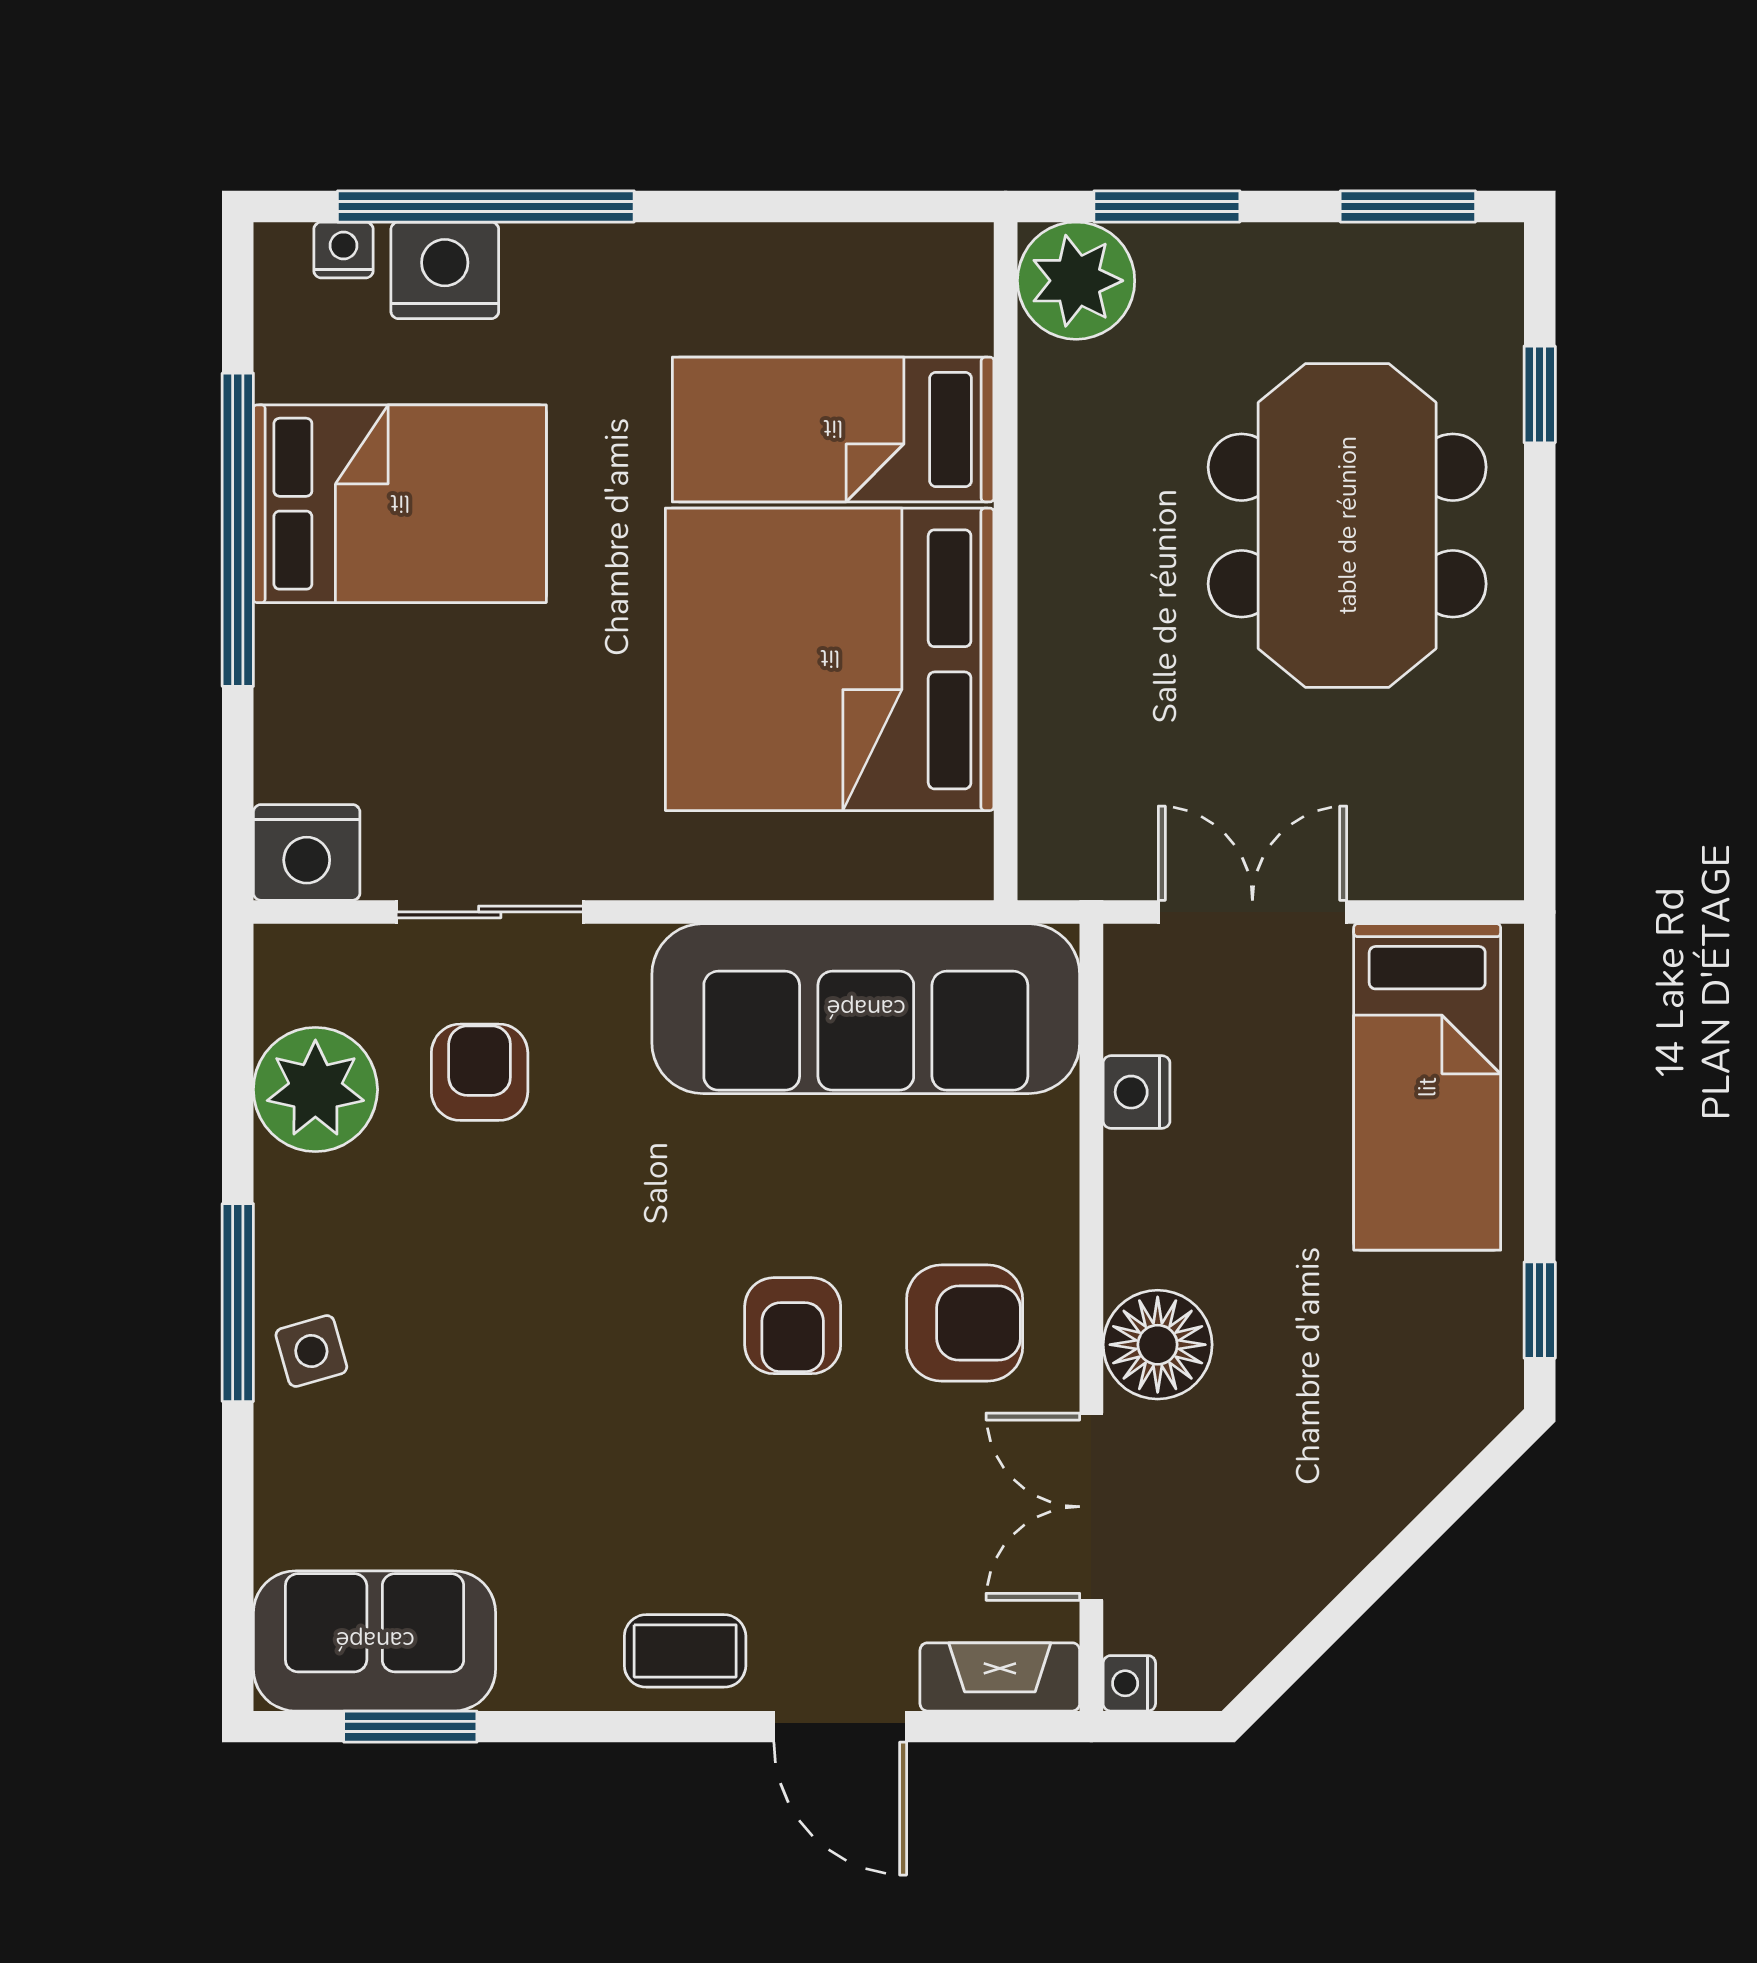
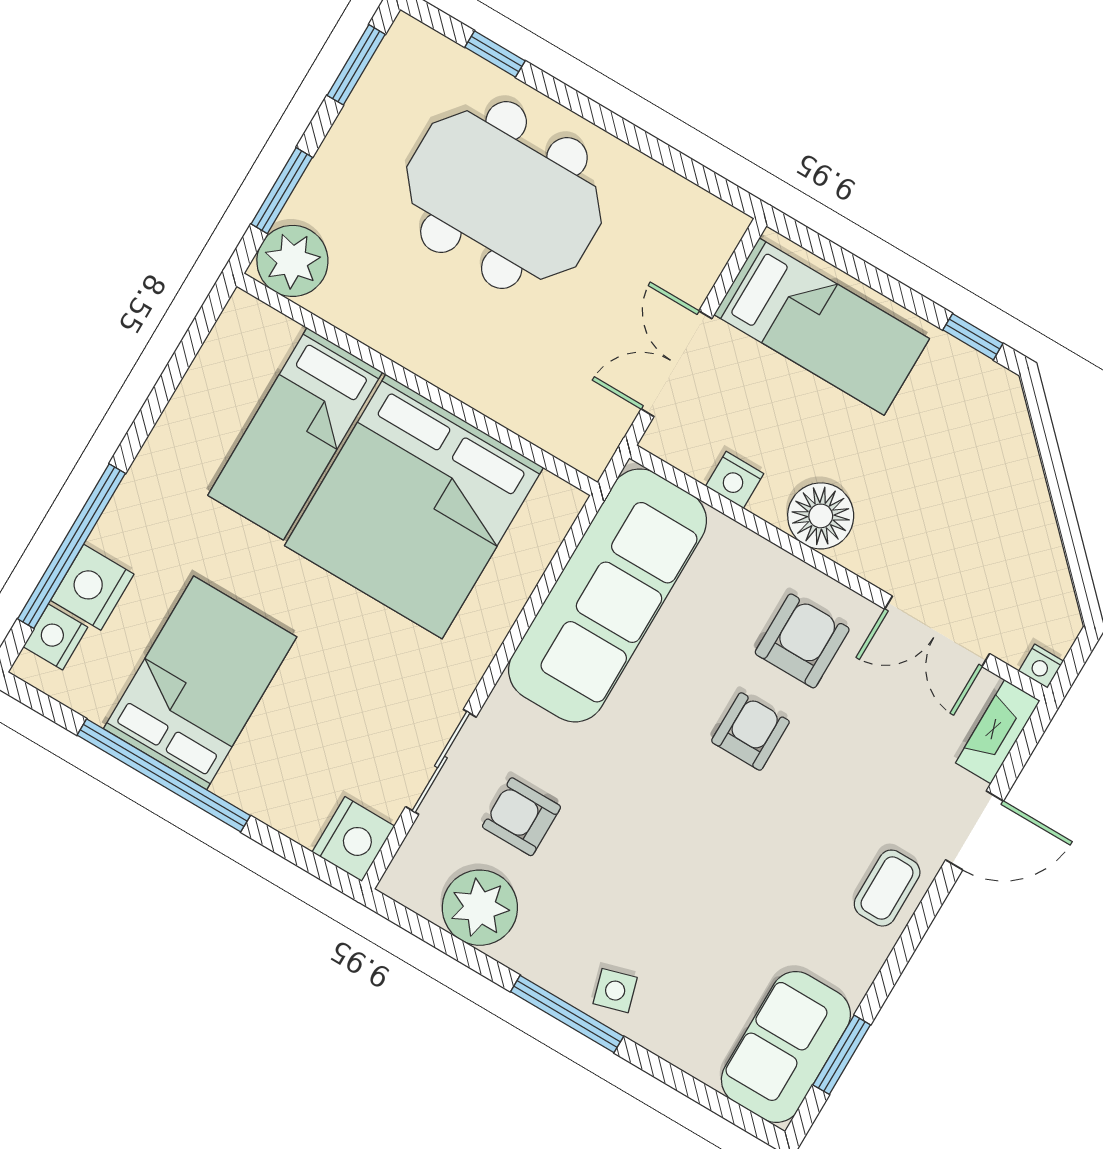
nightstand: (343, 250) -> (55, 637), width x1.39, depth x1.35
armchair: (793, 1326) -> (750, 731), turned -90
floor lamp: (1158, 1345) -> (821, 516), moved

